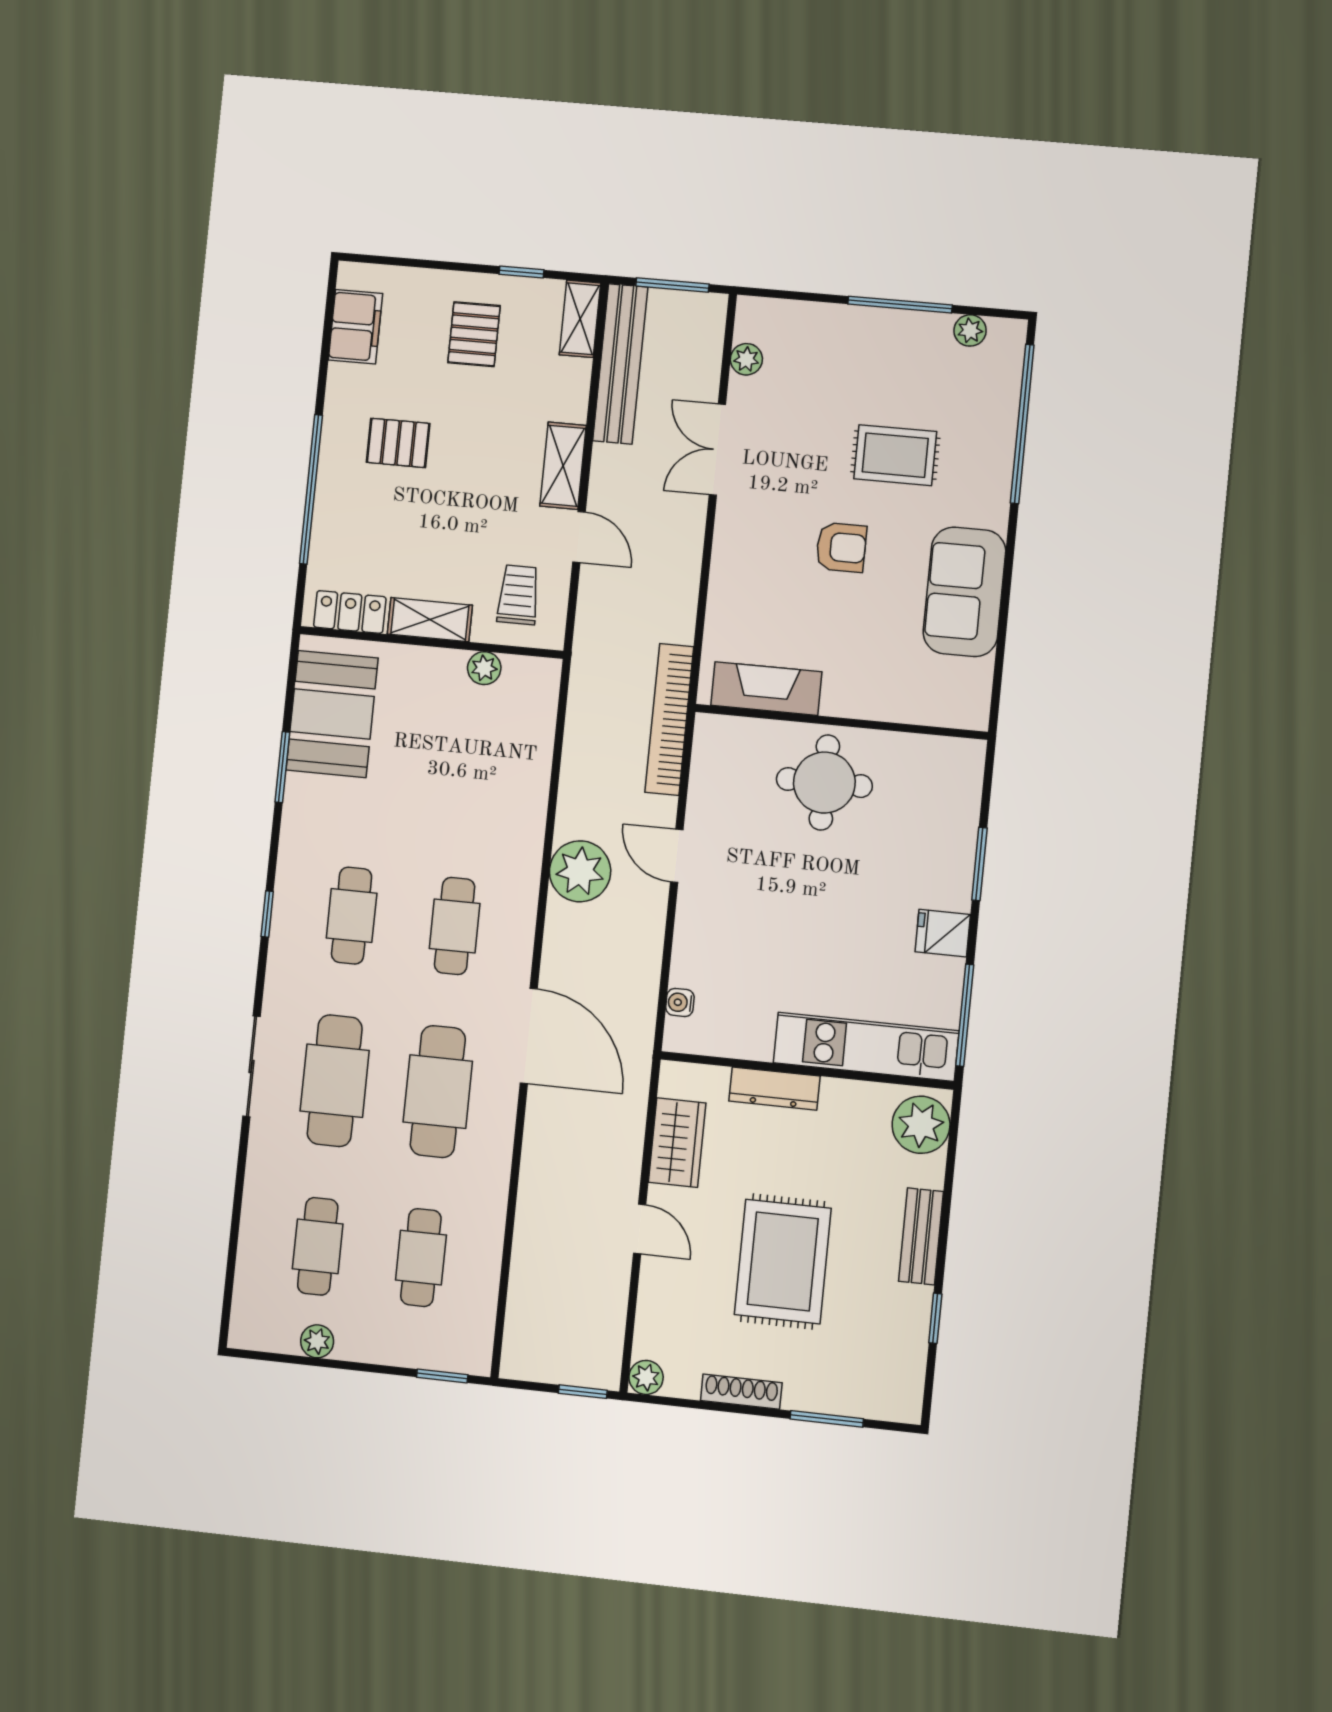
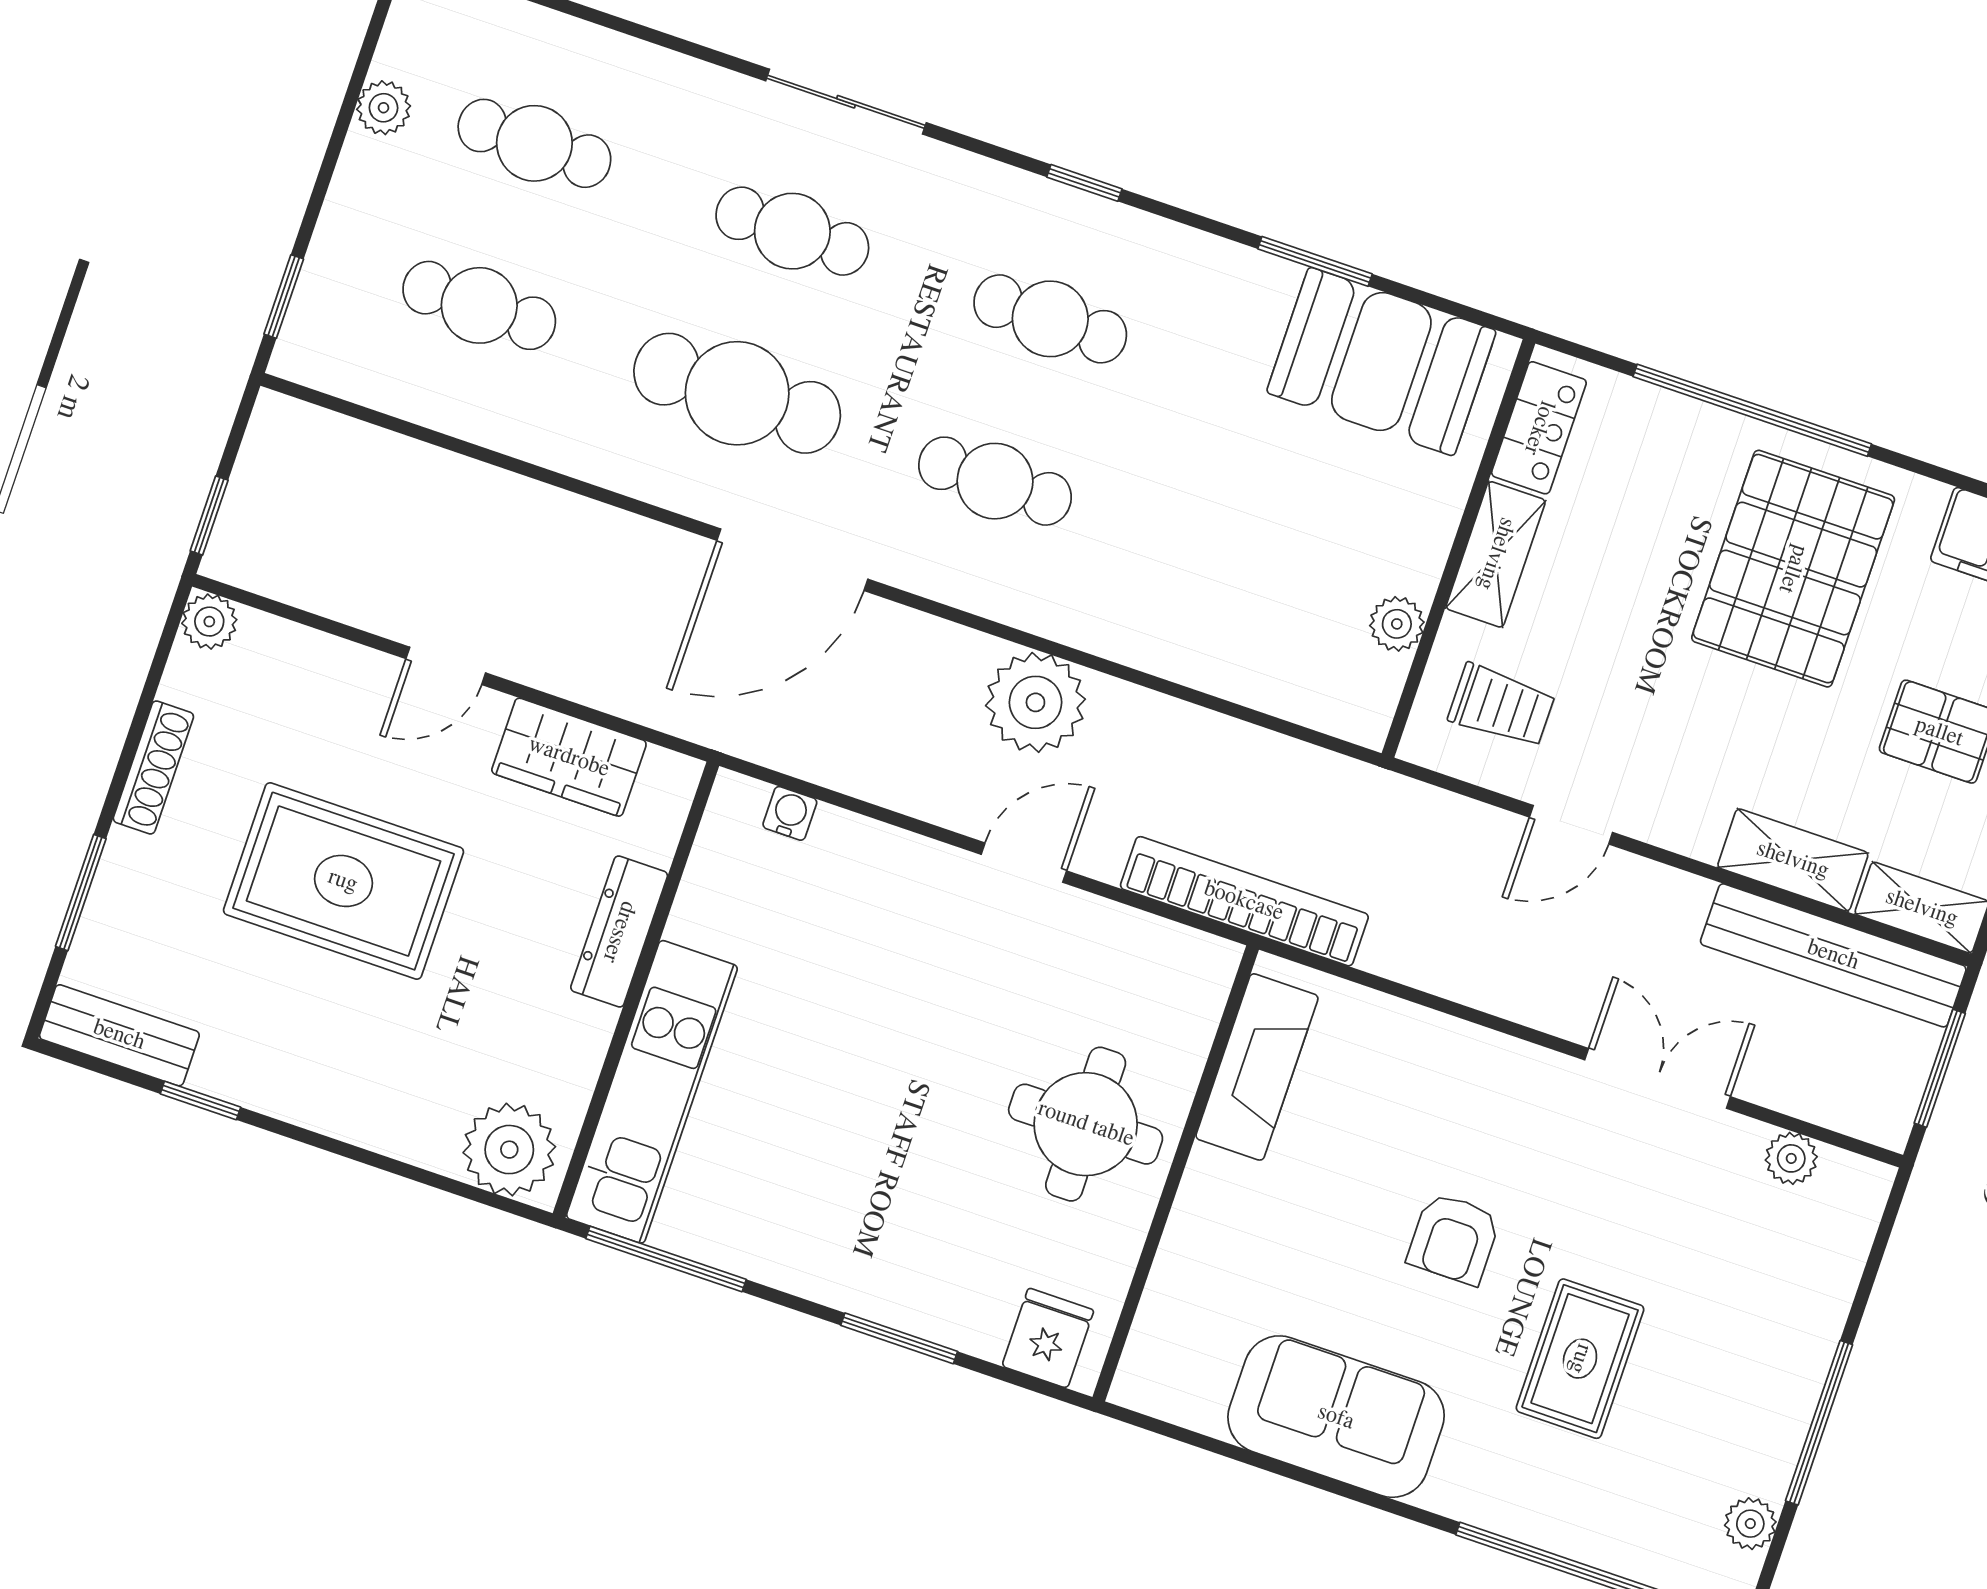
pallet: (398, 443) -> (1793, 569), width x2.05, depth x2.00
shelving: (563, 466) -> (1793, 860), moved
fridge: (943, 933) -> (1048, 1338), moved
cafe table: (335, 1081) -> (792, 231), width x0.73, depth x0.74
bench: (921, 1236) -> (119, 1035), moved

